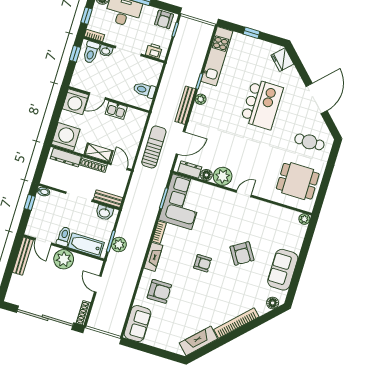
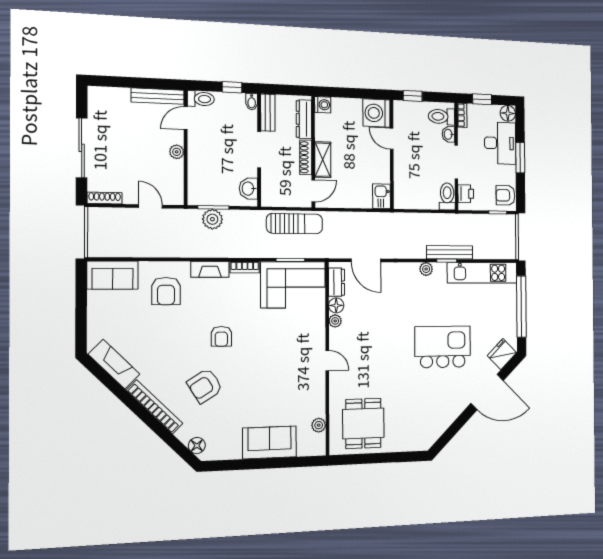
window: (252, 33) -> (521, 307), width x3.17
window: (75, 54) -> (413, 96), moved
toilet: (144, 90) -> (447, 196), moved
door: (317, 99) -> (487, 392), moved
kitchen island: (262, 104) -> (443, 347), turned 180
bench: (185, 105) -> (450, 252), moved
kitchen sink: (116, 110) -> (382, 196), moved
washing machine: (66, 137) -> (323, 105), width x0.53, depth x0.53
cafe table: (309, 142) -> (416, 421), removed
sun lounger: (154, 147) -> (294, 224), moved
plant: (223, 176) -> (335, 321), width x0.53, depth x0.53
bench: (108, 199) -> (268, 113), moved
plant: (304, 219) -> (319, 425), moved
toilet: (64, 236) -> (201, 99), moved
bathtub: (86, 245) -> (199, 176), removed
armchair: (242, 253) -> (205, 386), moved
plant: (64, 259) -> (177, 152), width x0.53, depth x0.53
sofa: (283, 270) -> (270, 442), moved
door: (98, 284) -> (150, 206), hinge flipped
sliding door: (45, 318) -> (82, 148), width x0.73

